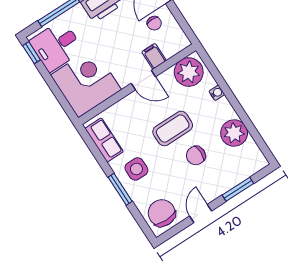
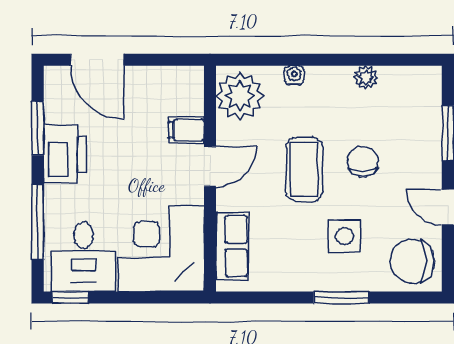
chair: (154, 23) -> (141, 100), removed
plant: (234, 133) -> (366, 77), width x0.53, depth x0.53
row of seats: (104, 140) -> (232, 246), moved, turned 90
chair: (196, 155) -> (363, 161), turned 180
side table: (136, 169) -> (344, 236), moved

